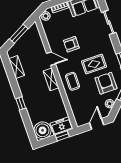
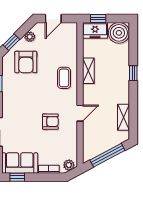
window: (19, 34) -> (107, 155), width x1.44
door: (51, 59) -> (80, 113), swing flipped
rug: (94, 64) -> (32, 89), removed
shelving: (51, 79) -> (88, 71), moved

